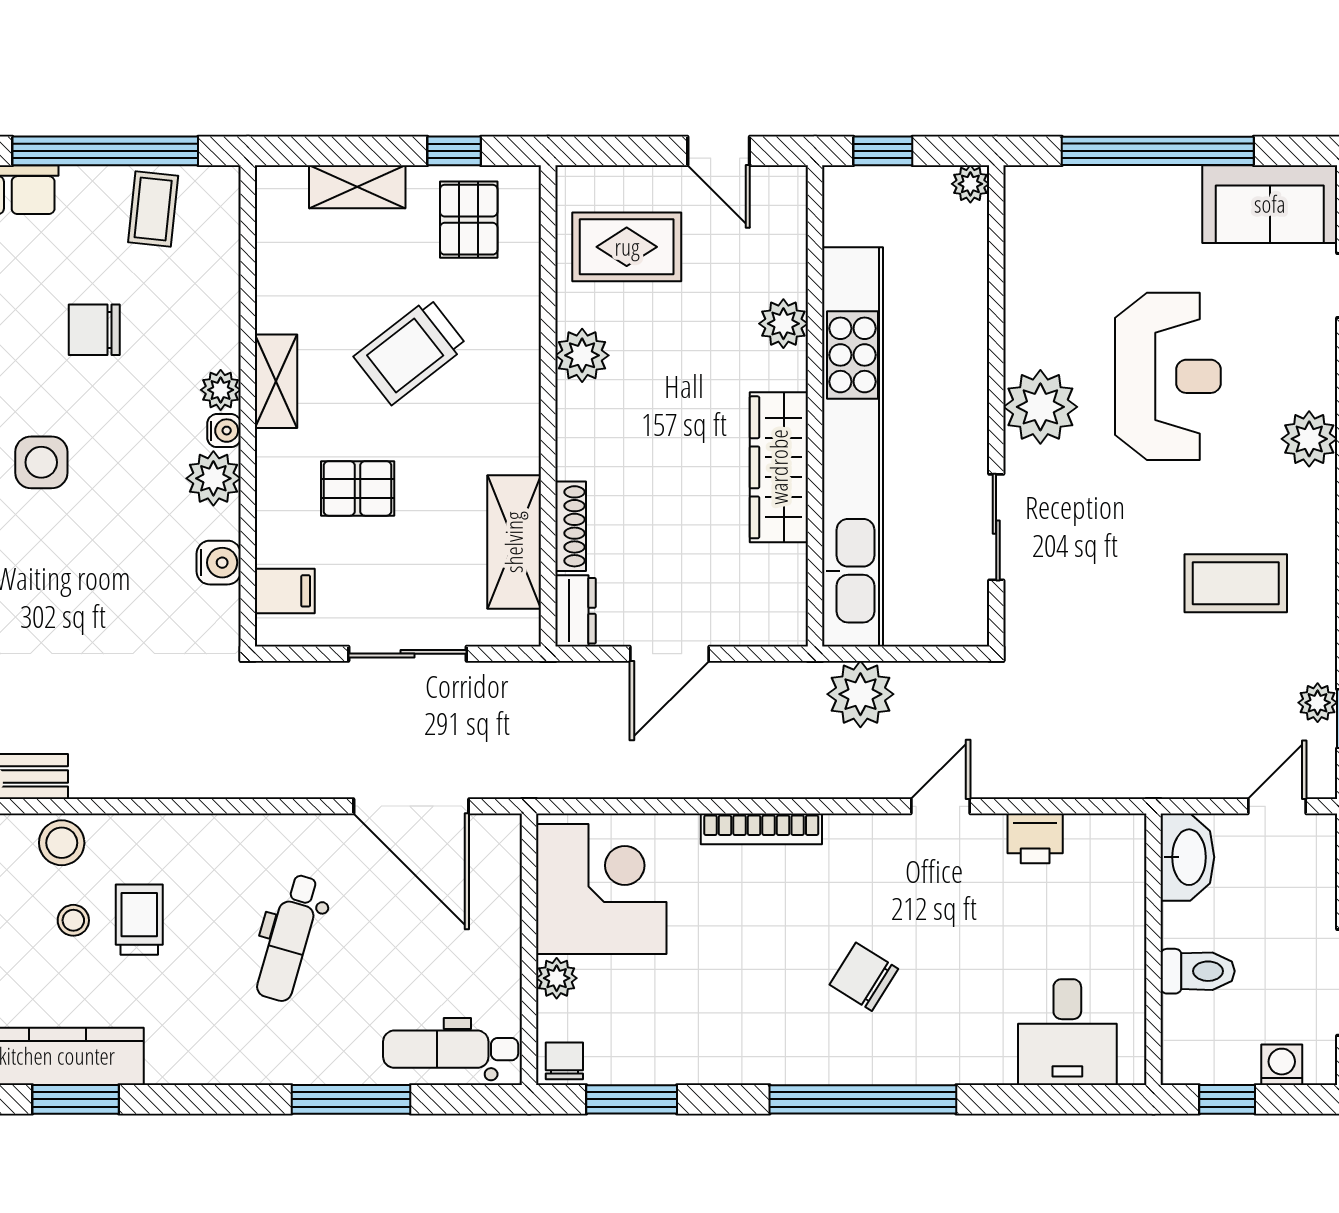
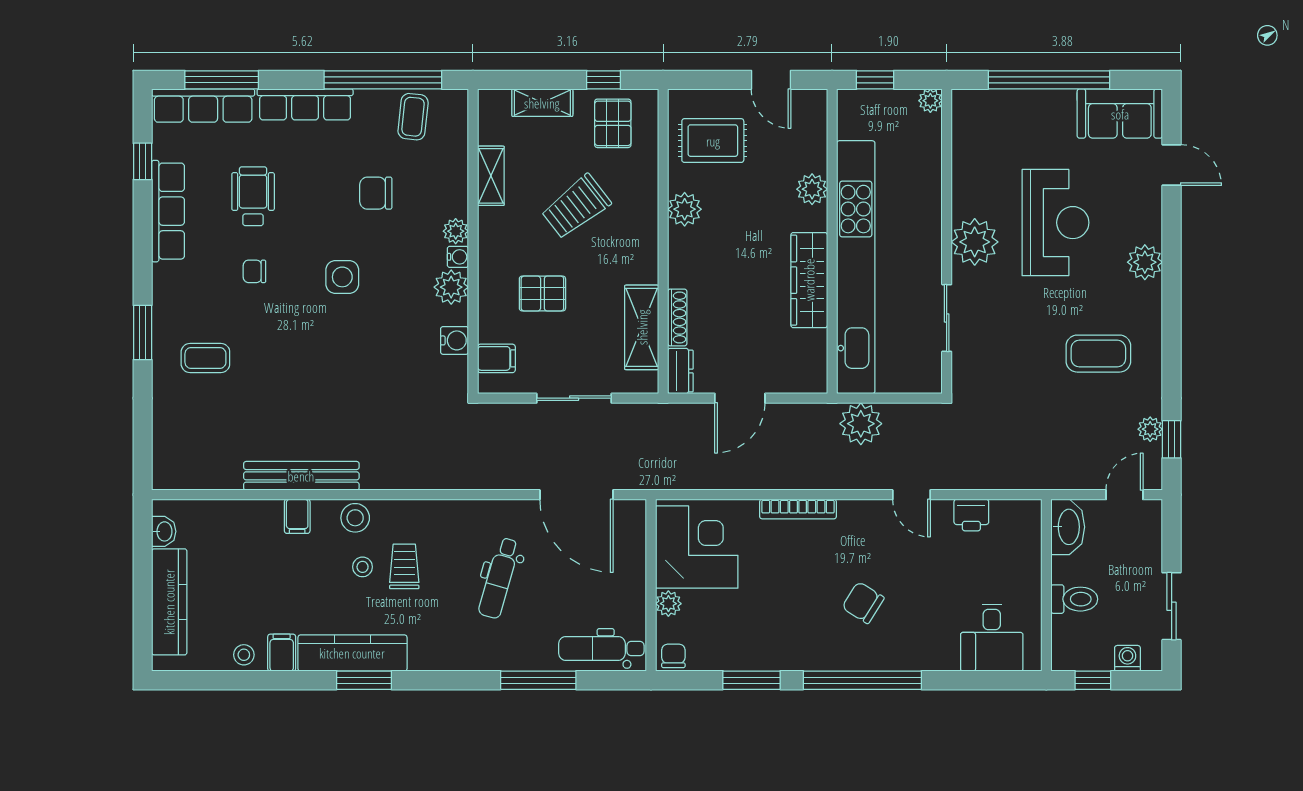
shelving: (276, 381) -> (491, 176), moved
door: (940, 806) -> (911, 495), swing flipped
window: (632, 1099) -> (752, 680), moved

